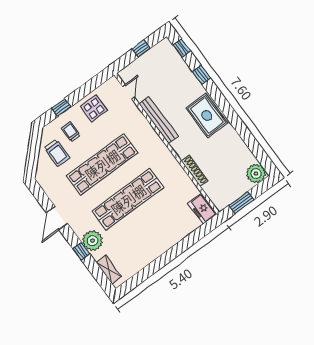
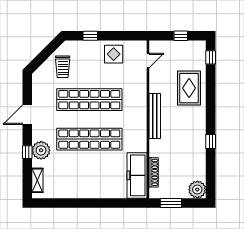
window: (201, 75) -> (211, 142), moved
rug: (207, 116) -> (189, 88), moved
bench: (159, 120) -> (155, 116), moved
trolley: (71, 132) -> (84, 59), removed
shoe rack: (195, 171) -> (154, 172), moved
freezer: (202, 209) -> (137, 175), width x1.91, depth x1.26

